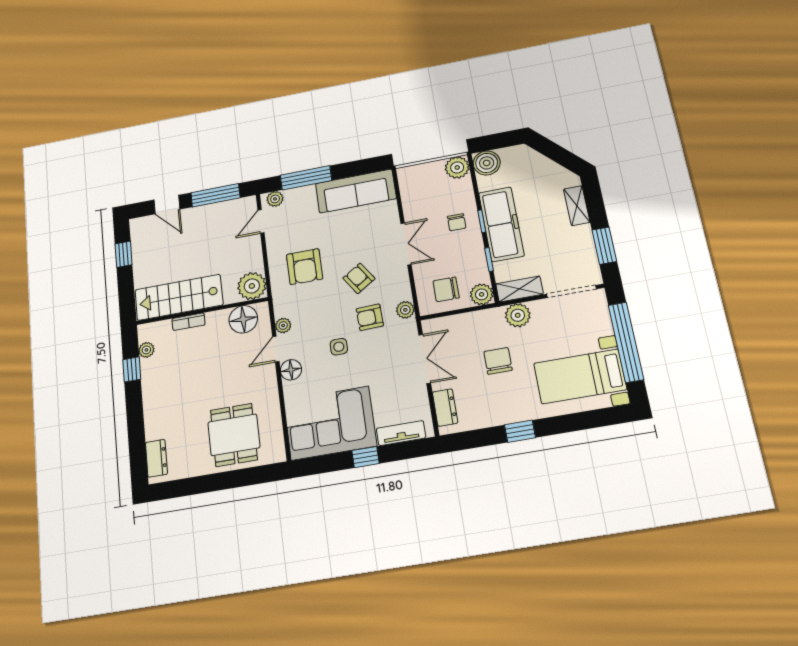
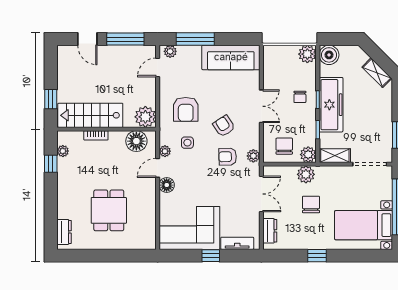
shelving: (577, 206) -> (377, 73), moved, turned -45
window: (124, 254) -> (51, 99), moved
chair: (446, 289) -> (284, 146), turned 90
plant: (518, 315) -> (306, 174), moved
side table: (339, 347) -> (187, 143), moved
dining table: (234, 435) -> (109, 210), moved

